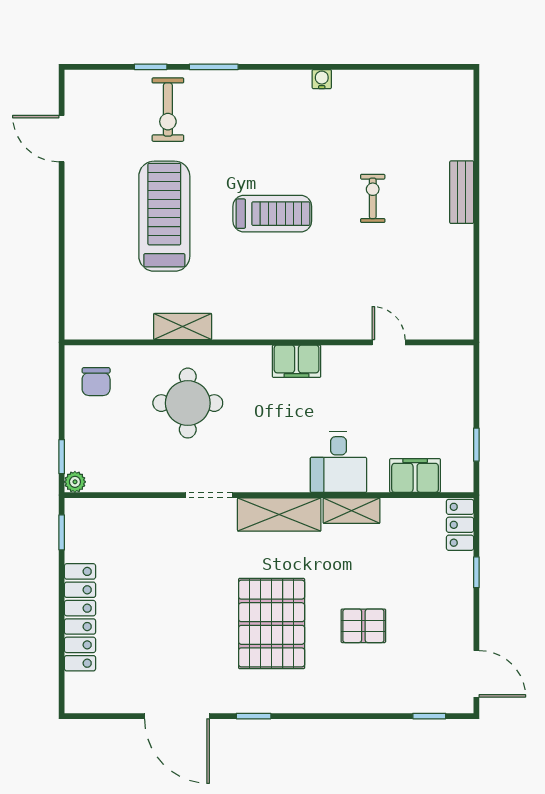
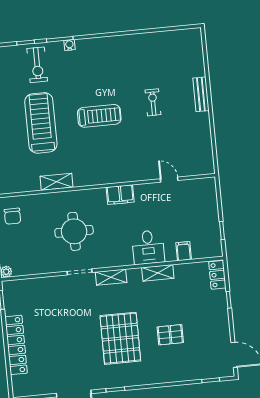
water cooler: (322, 79) -> (69, 45), moved
round table: (188, 403) -> (74, 231), moved
filing cabinet: (415, 475) -> (184, 251), width x0.50
shelving: (279, 515) -> (111, 277), width x0.67, depth x0.75

